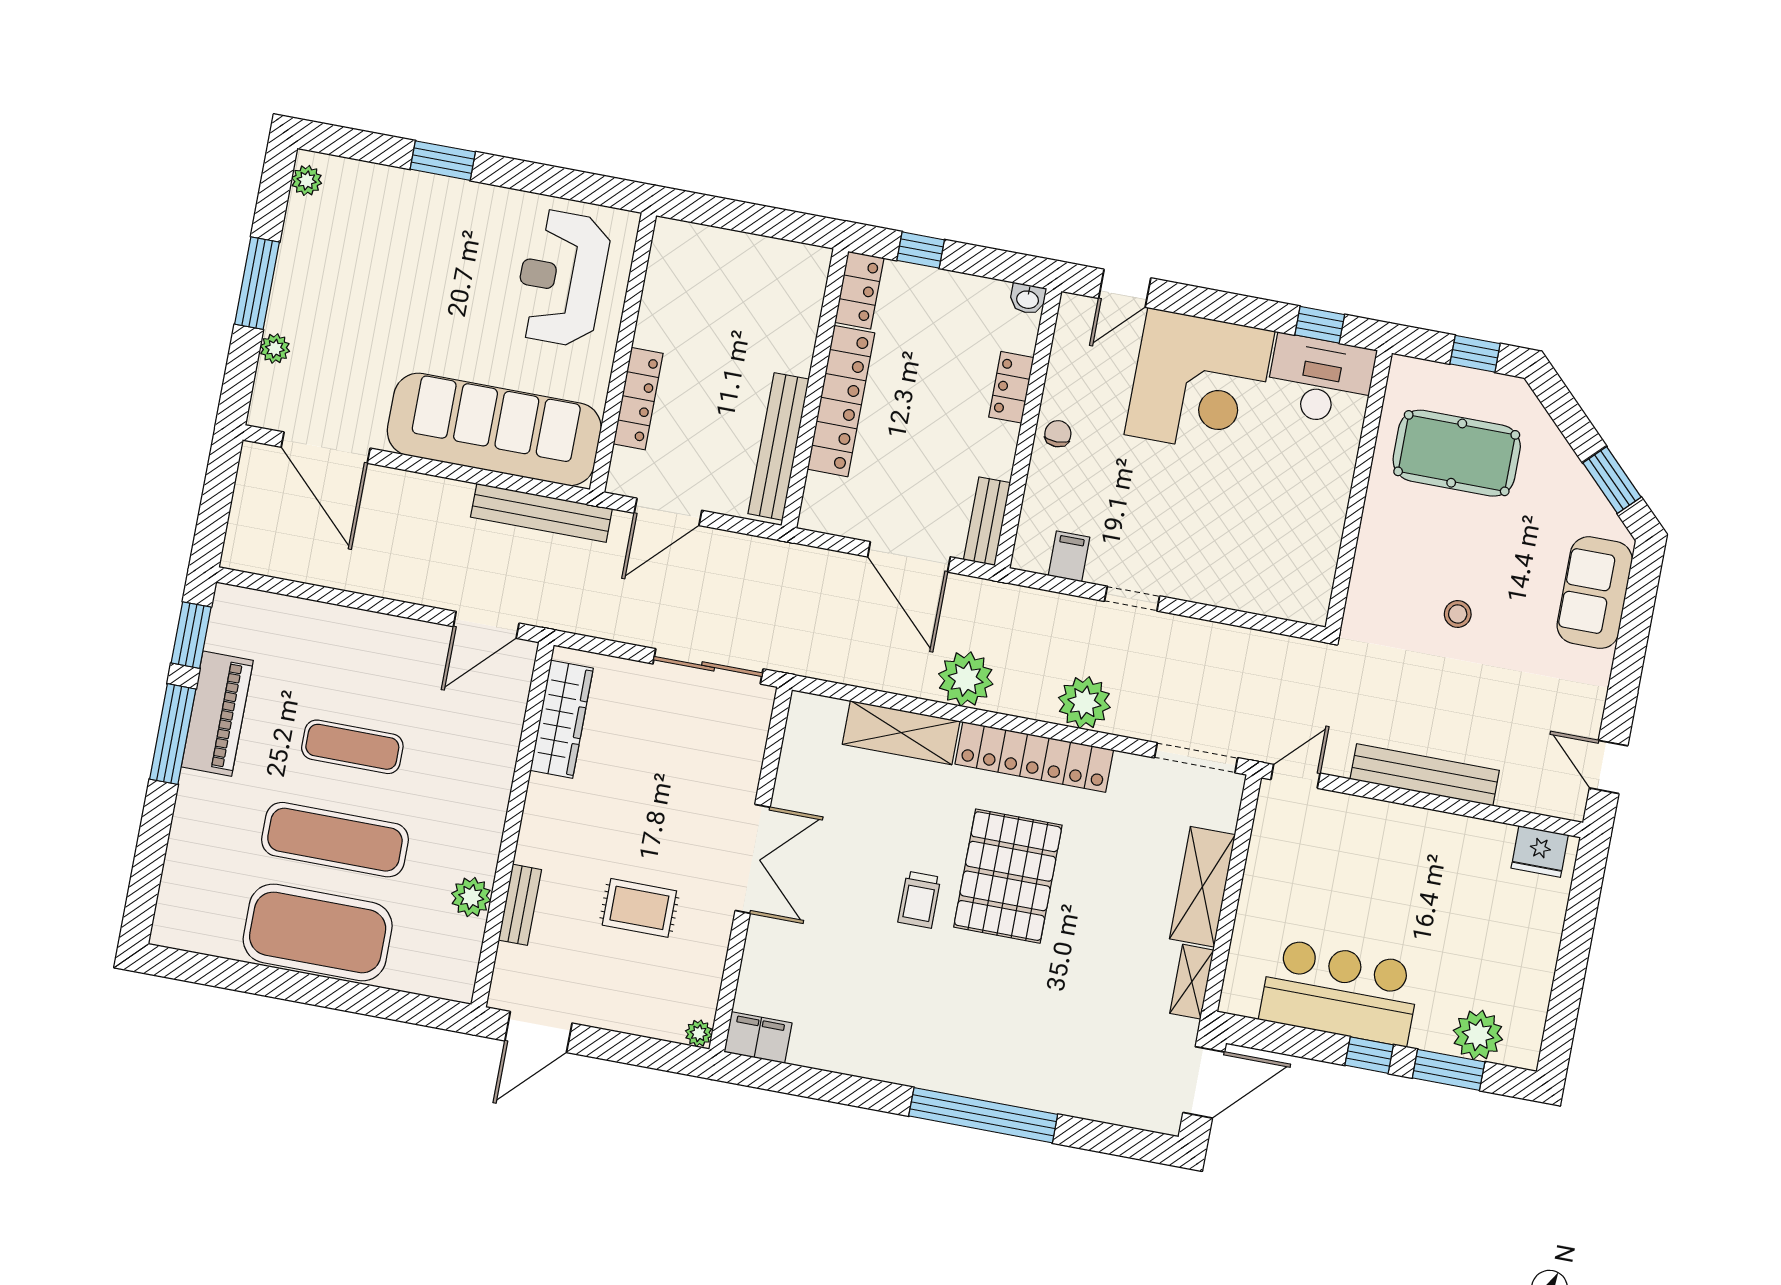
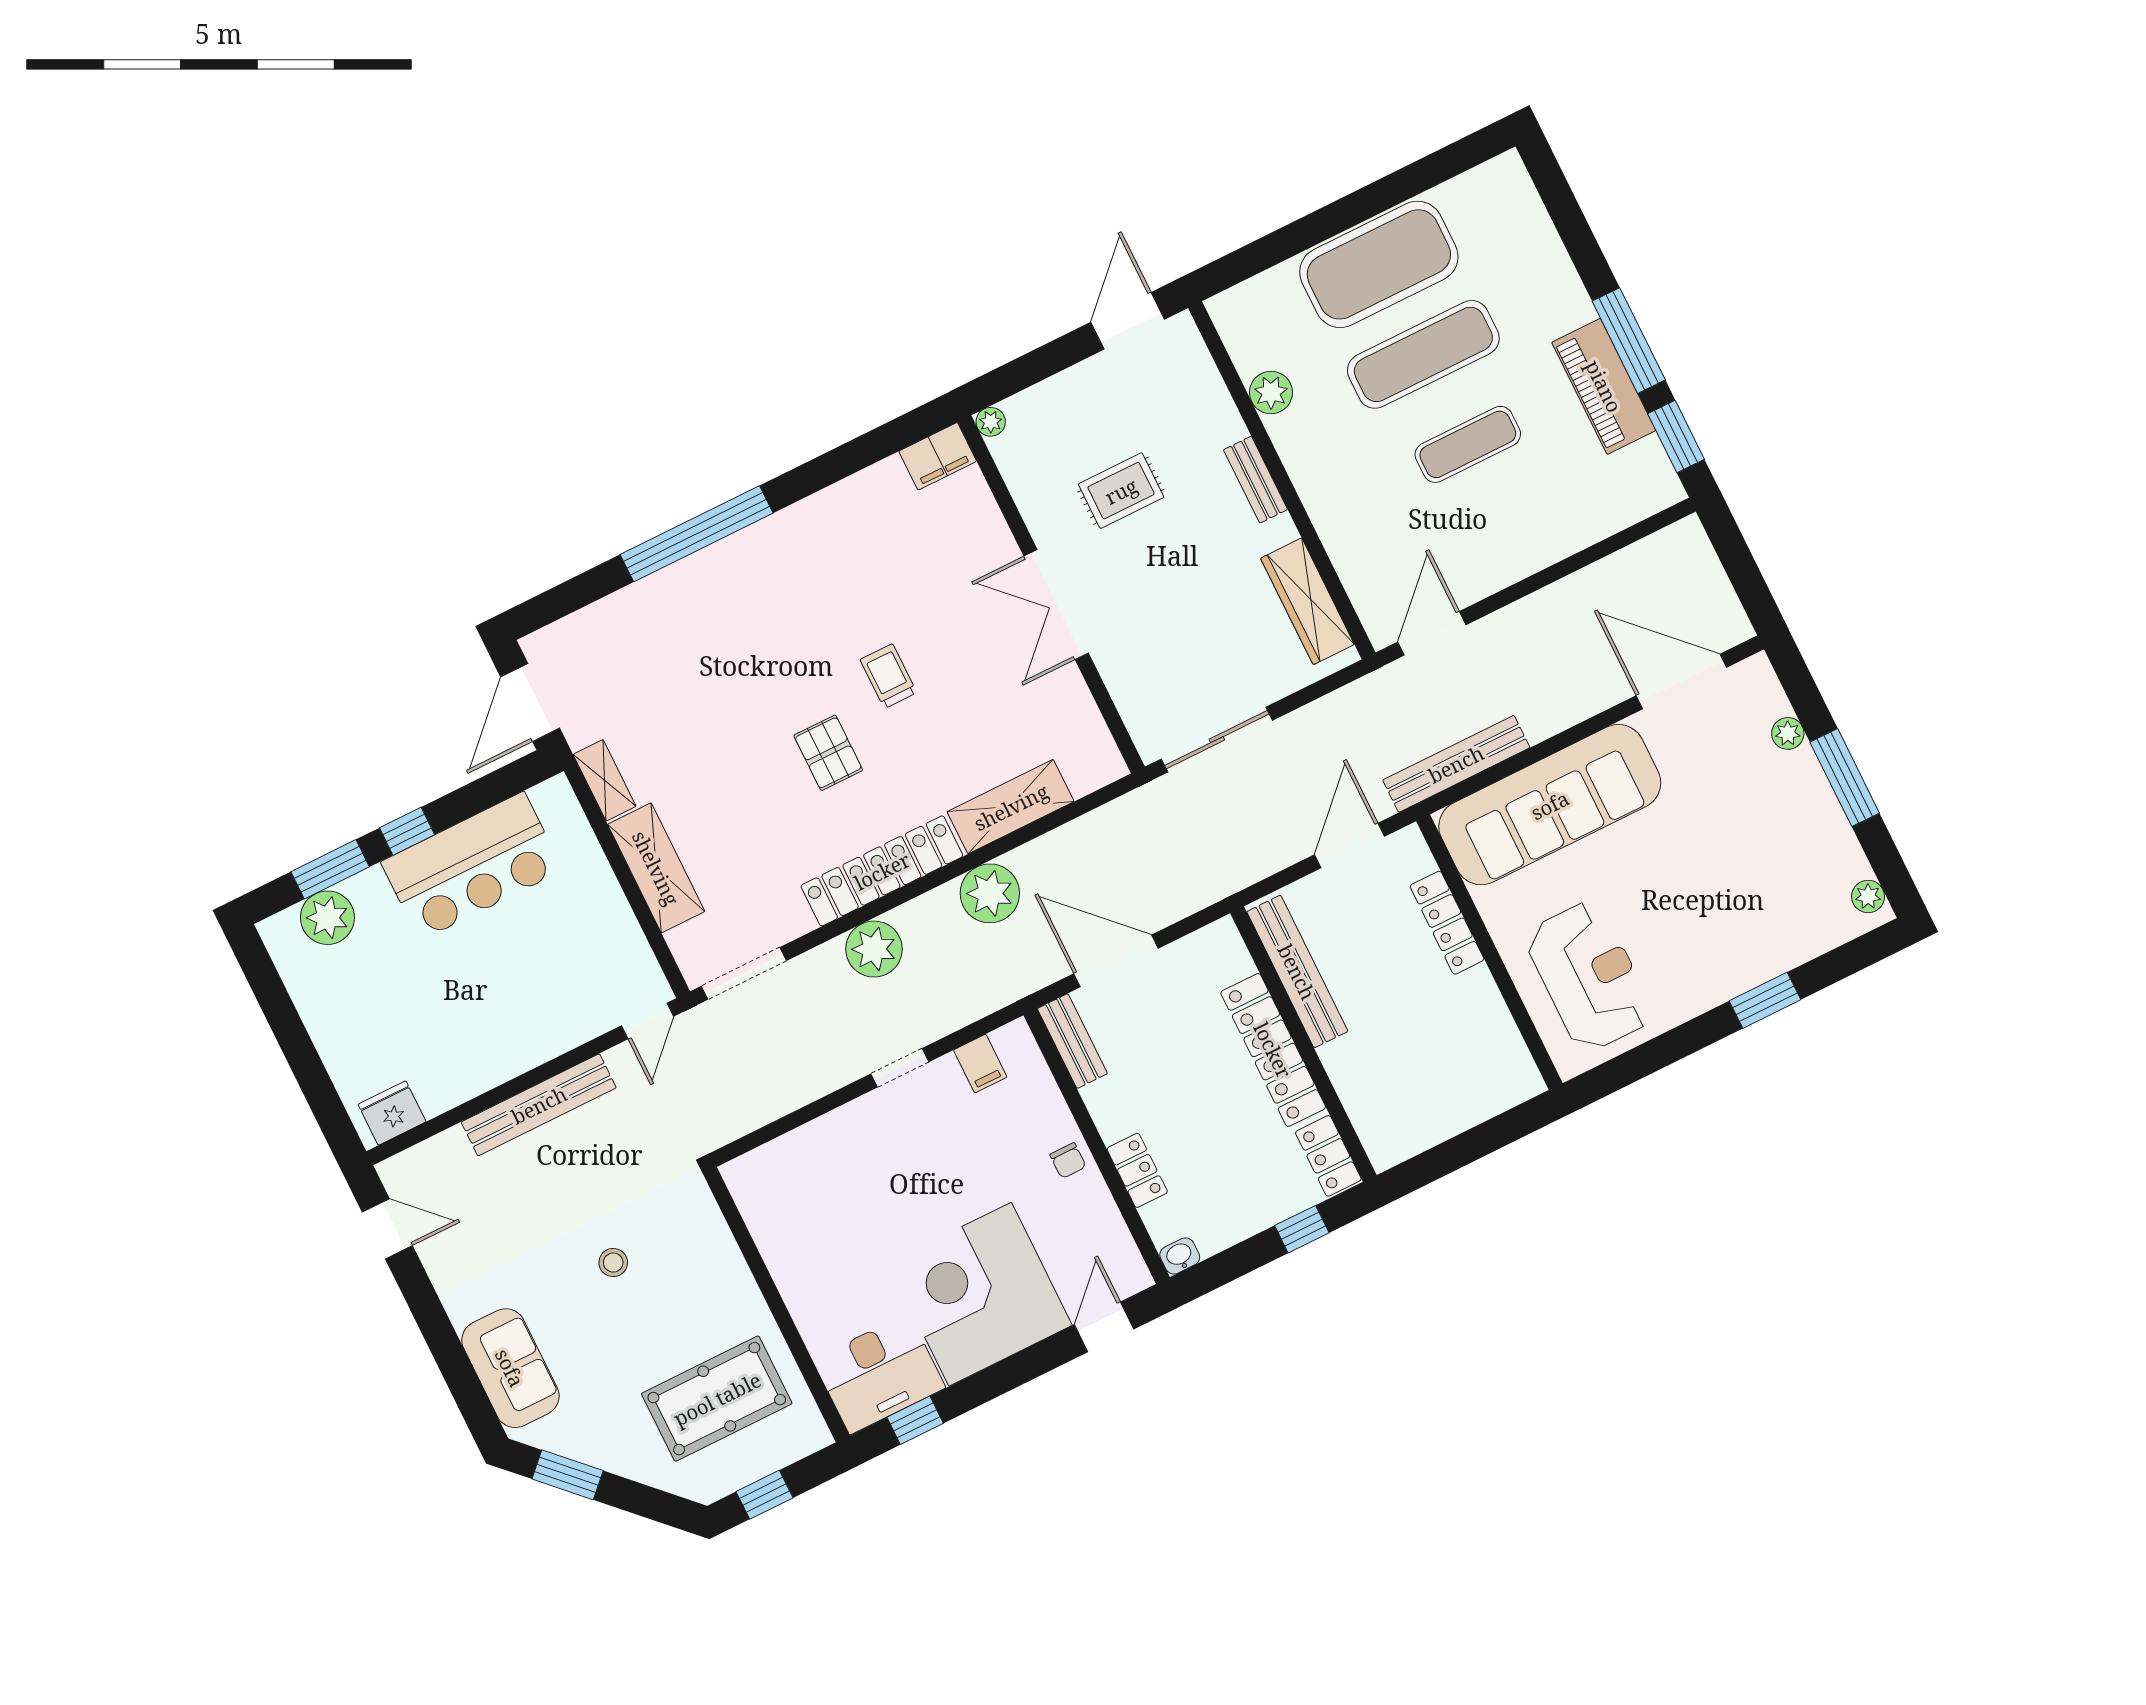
pallet: (1008, 876) -> (828, 753), width x0.49, depth x0.50
bench: (520, 905) -> (1256, 480), moved

